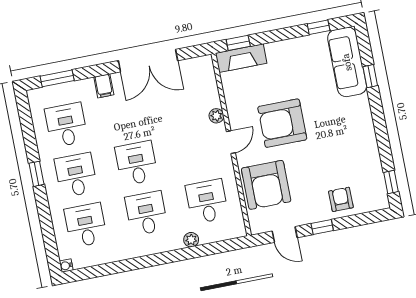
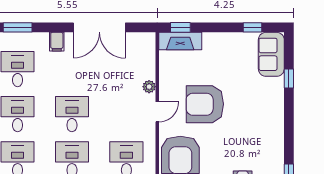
sofa: (347, 62) -> (271, 54), width x0.73

